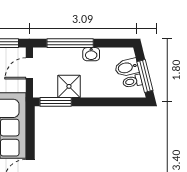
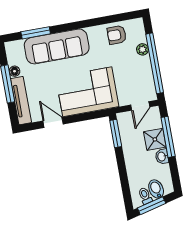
door: (29, 68) -> (140, 106), swing flipped
shower: (69, 86) -> (155, 139), moved

